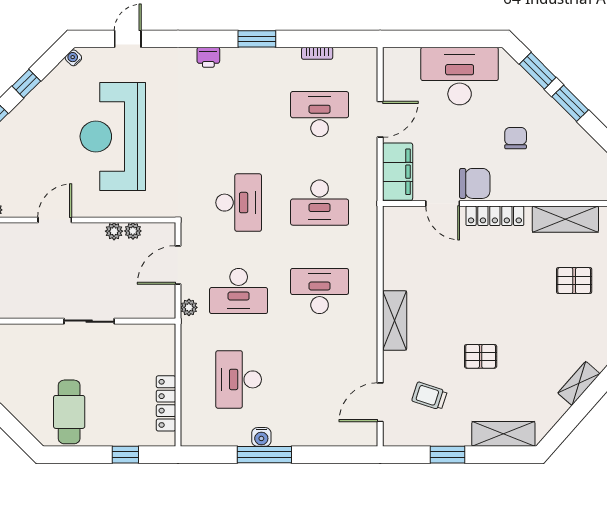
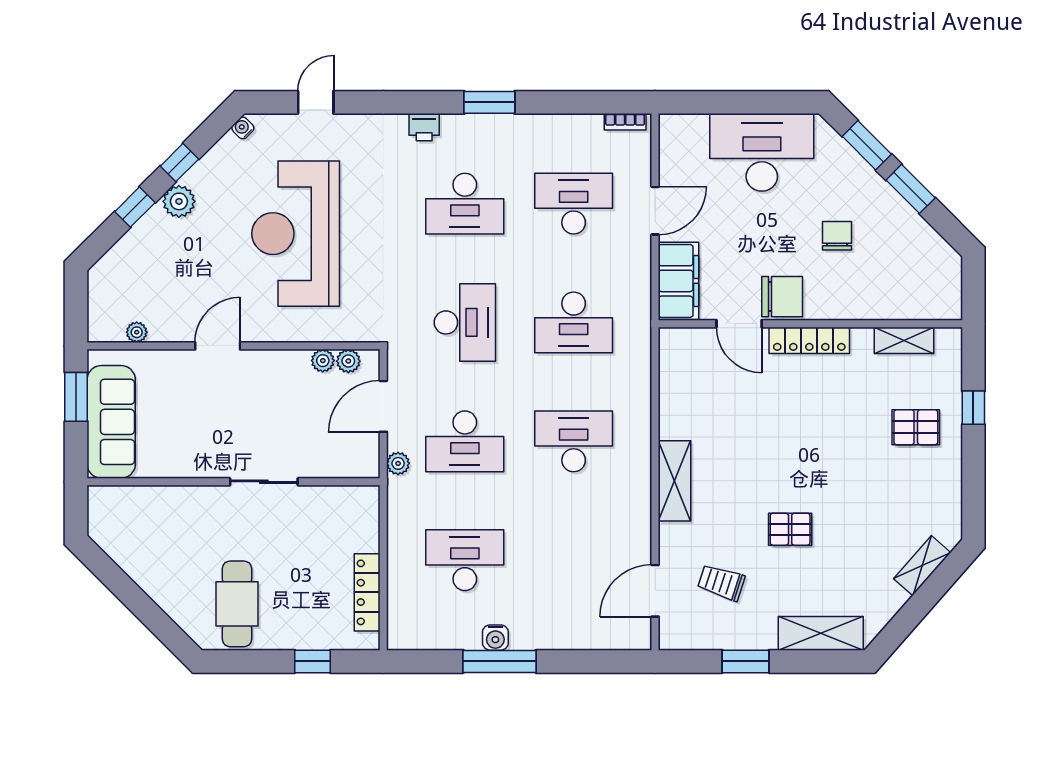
bookcase: (317, 53) -> (625, 122), moved
plant: (26, 113) -> (179, 201), added
desk: (239, 114) -> (465, 204), added
shelving: (565, 219) -> (904, 340), width x0.67, depth x0.75
plant: (114, 231) -> (348, 361), moved
desk: (239, 379) -> (465, 560), turned 90

